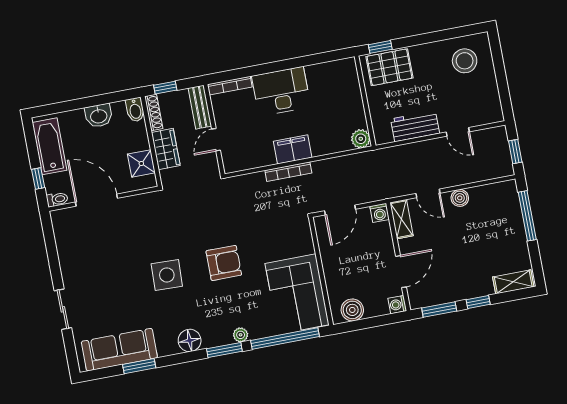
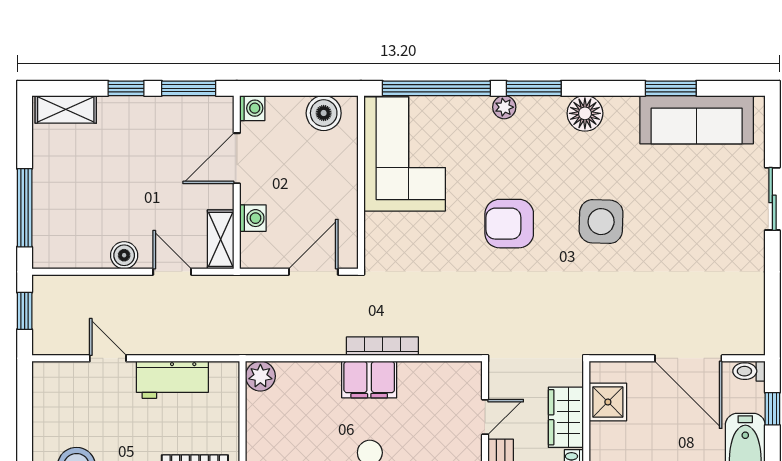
washing machine: (380, 213) -> (253, 218), moved, turned 90

